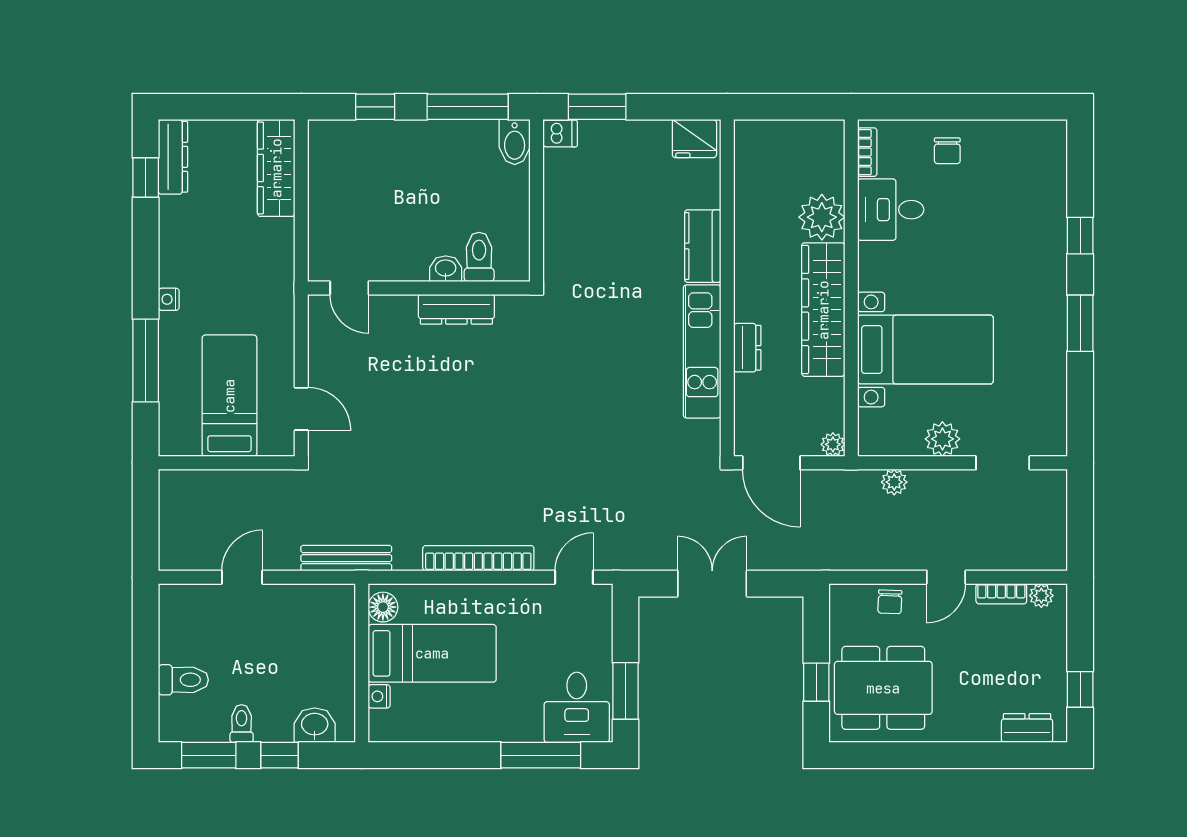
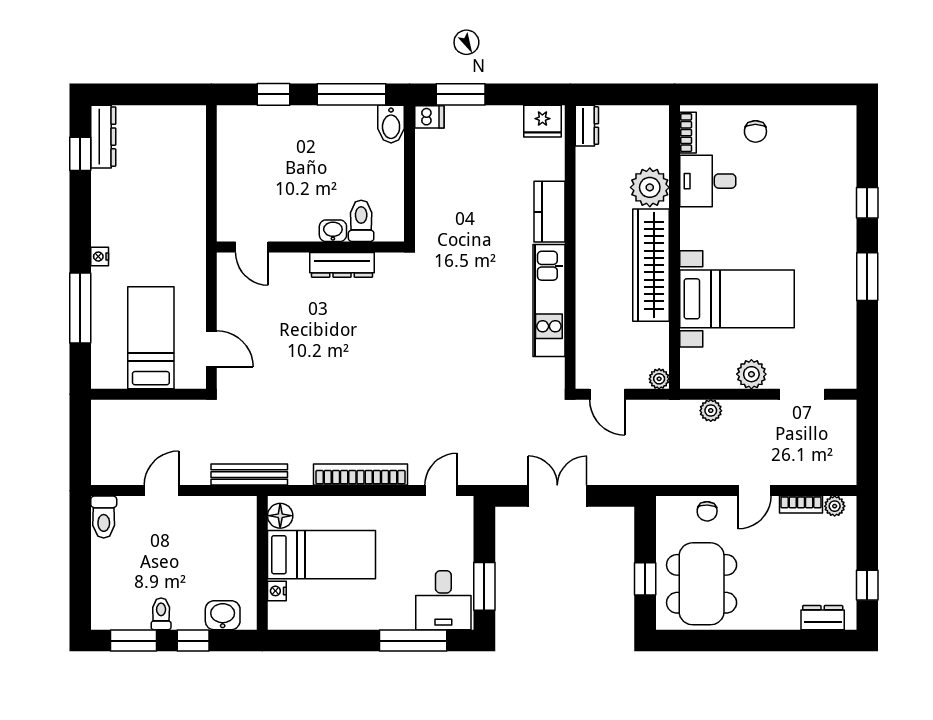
wardrobe: (276, 168) -> (190, 146), removed
dresser: (747, 348) -> (587, 126), moved
door: (771, 463) -> (607, 394), width x0.73
toilet: (183, 680) -> (104, 517), moved, turned 90
dining table: (883, 688) -> (702, 584), turned 90

